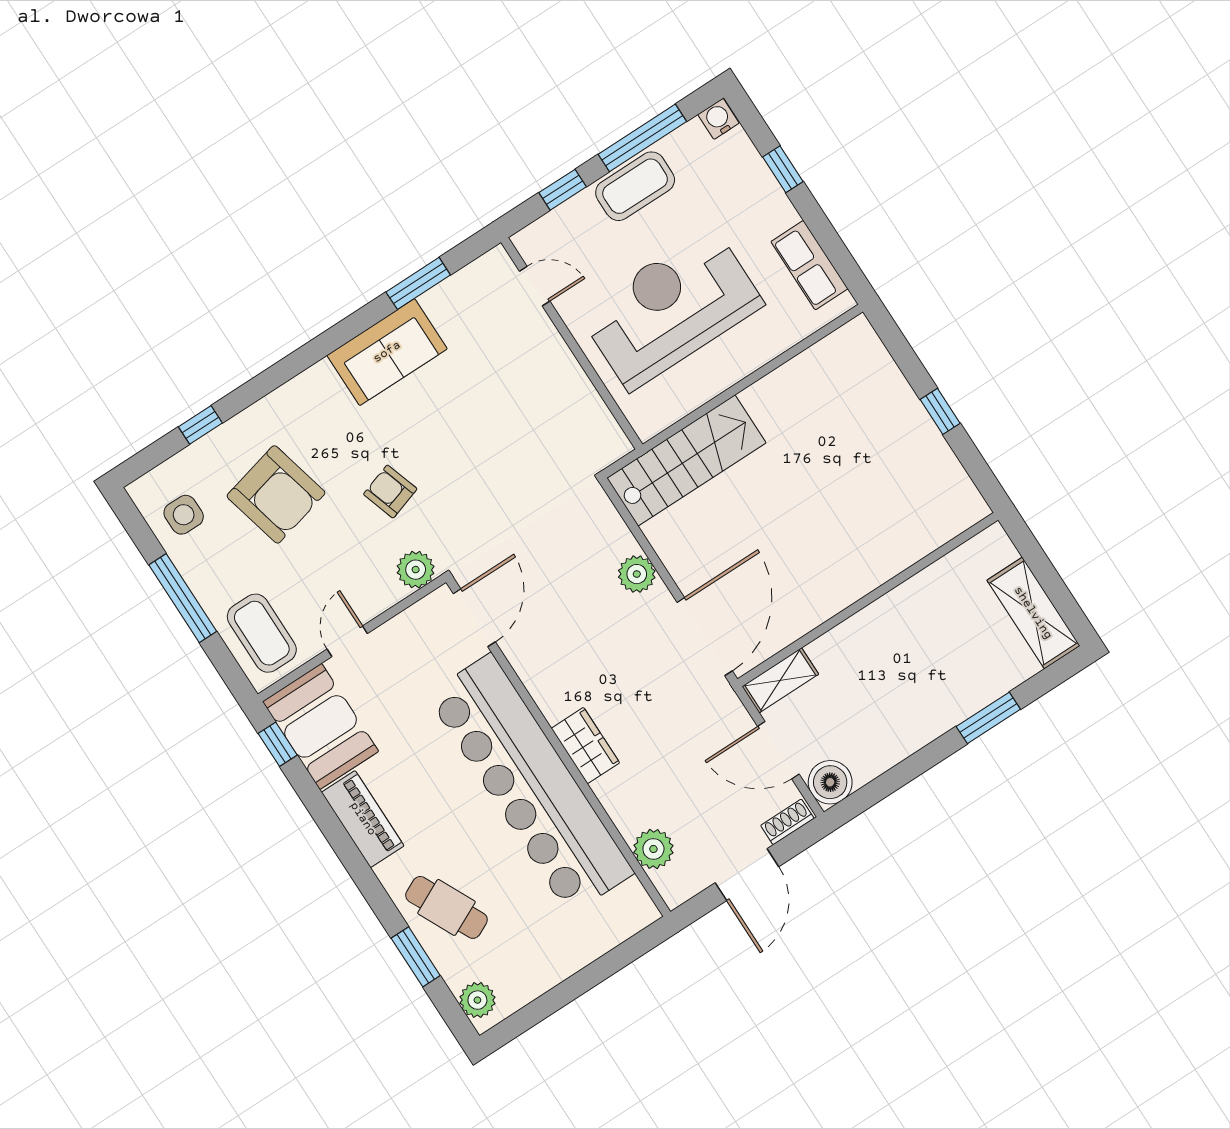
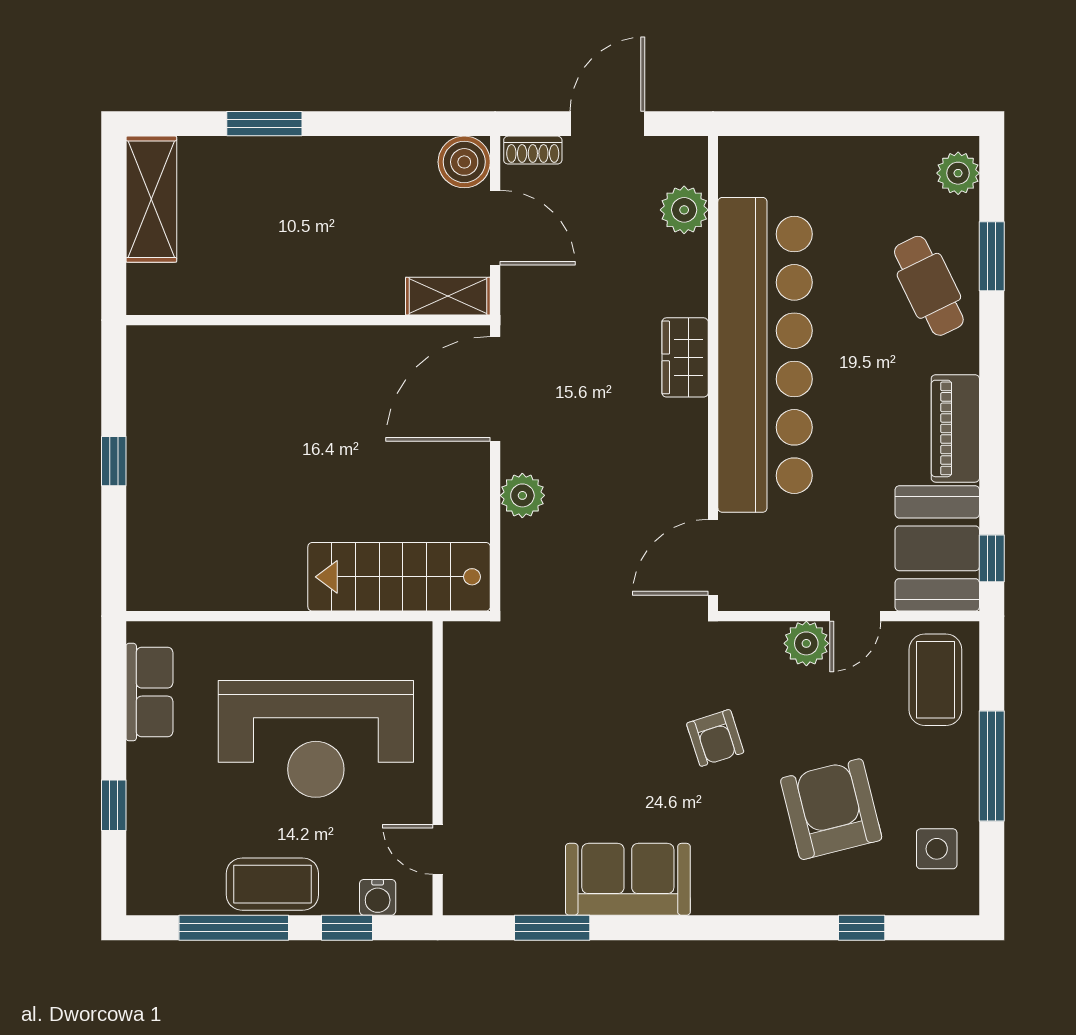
water cooler: (718, 119) -> (378, 897), moved
plant: (416, 570) -> (806, 643), moved

